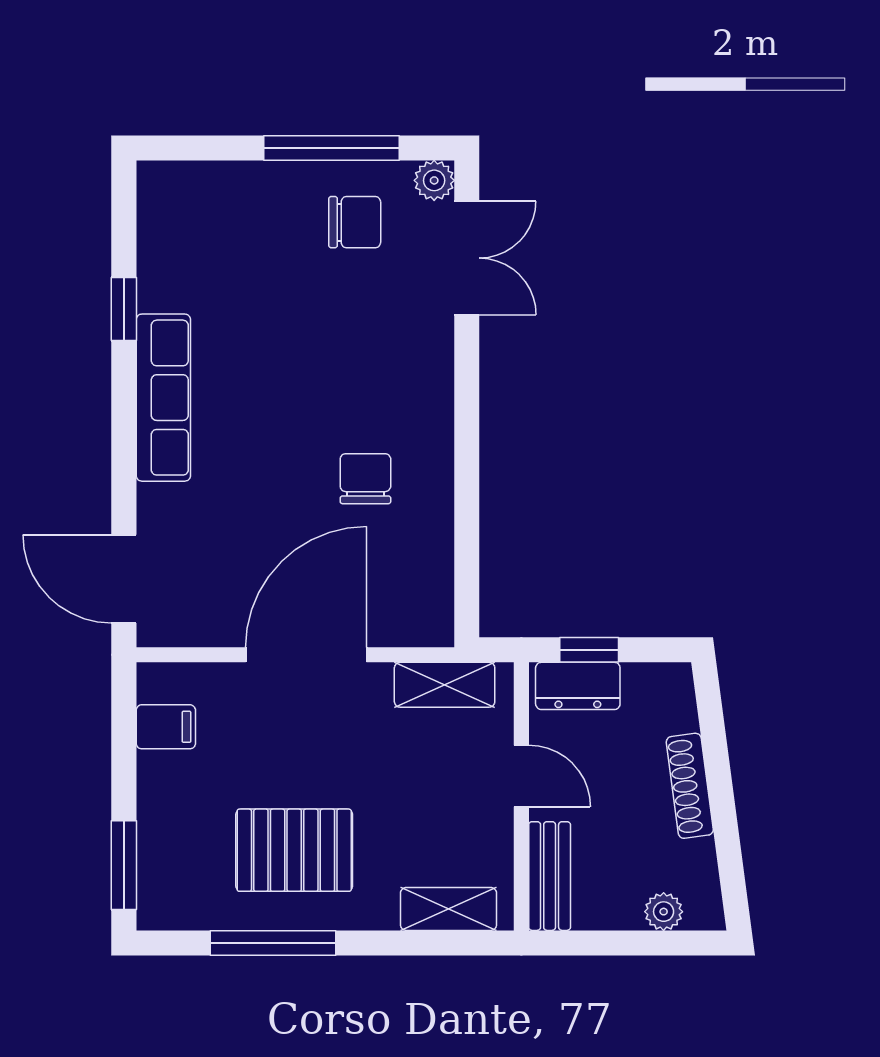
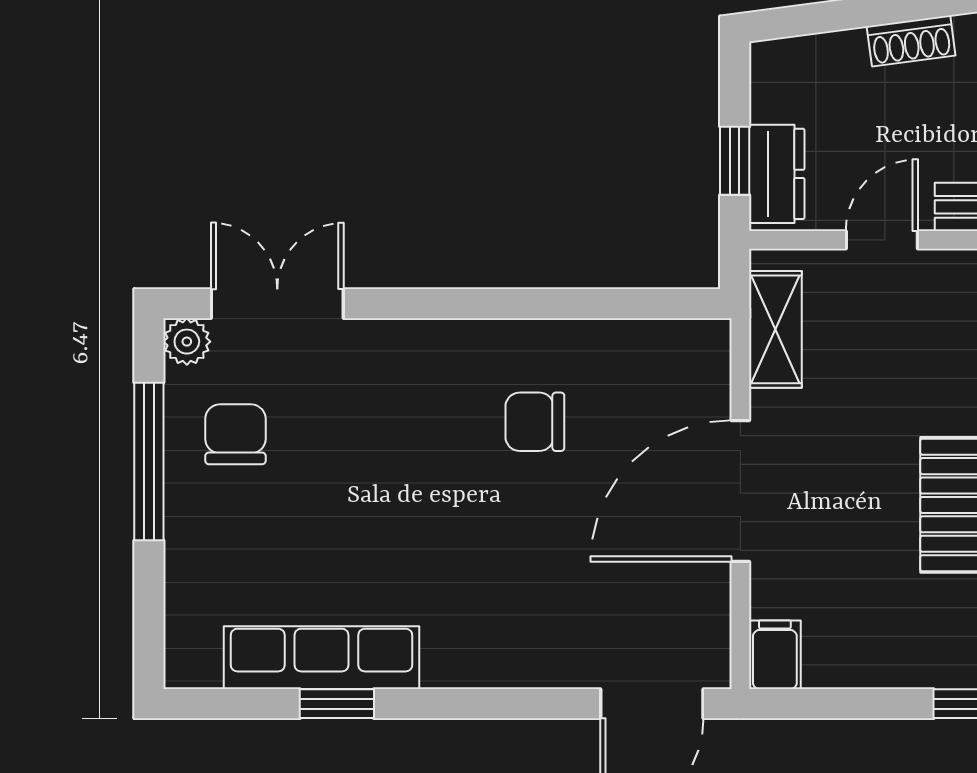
row of seats: (163, 398) -> (322, 658), moved
door: (306, 655) -> (740, 491), hinge flipped
filing cabinet: (166, 727) -> (775, 655), moved
shoe rack: (690, 786) -> (911, 41), width x0.70

